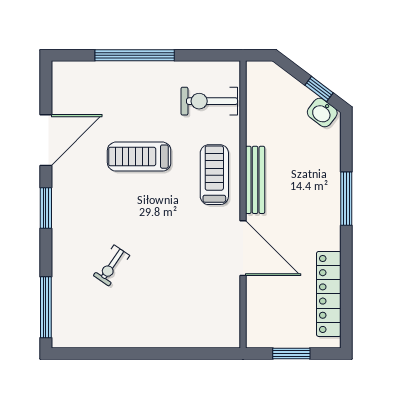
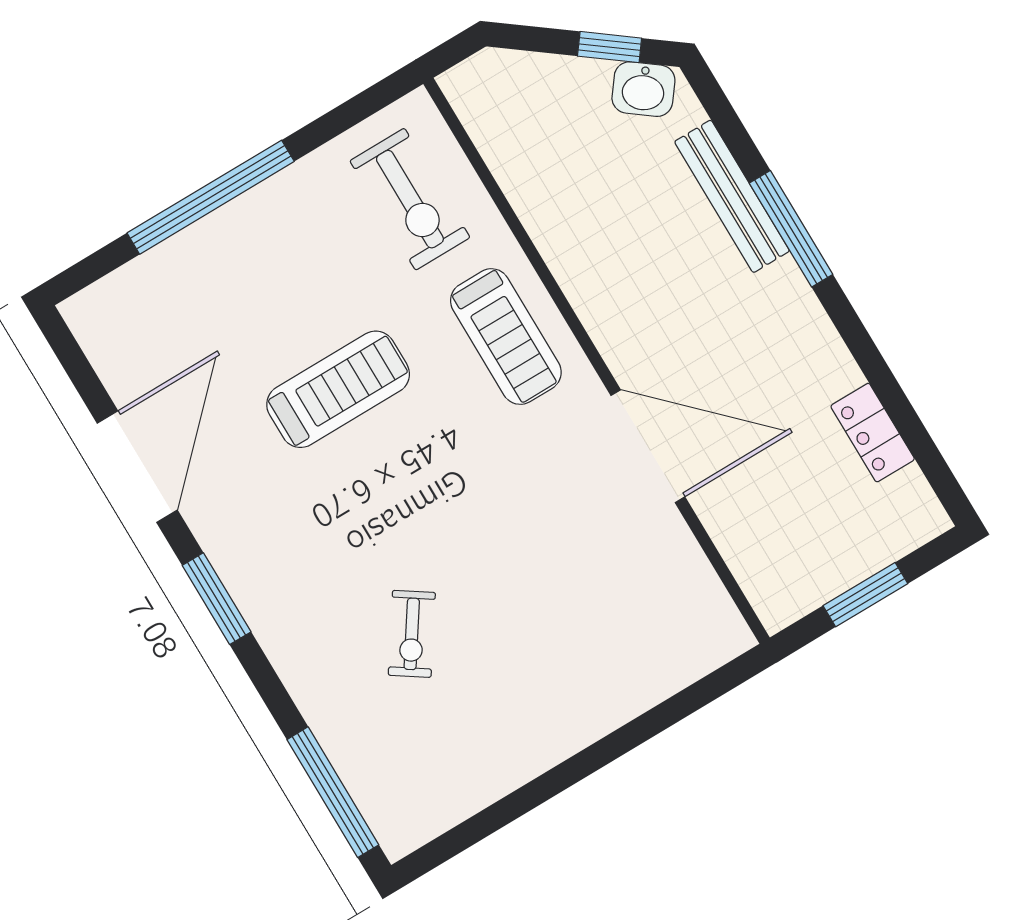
exercise bike: (209, 101) -> (410, 199), turned -90
treadmill: (139, 157) -> (338, 389), turned 180
treadmill: (214, 175) -> (506, 337), turned 180
bench: (255, 180) -> (732, 196), moved
locker: (329, 294) -> (873, 433), width x0.46, depth x0.83

